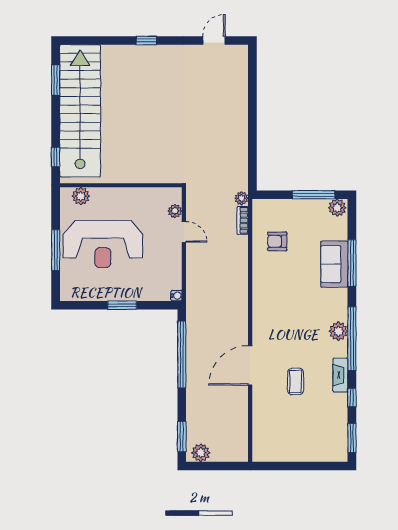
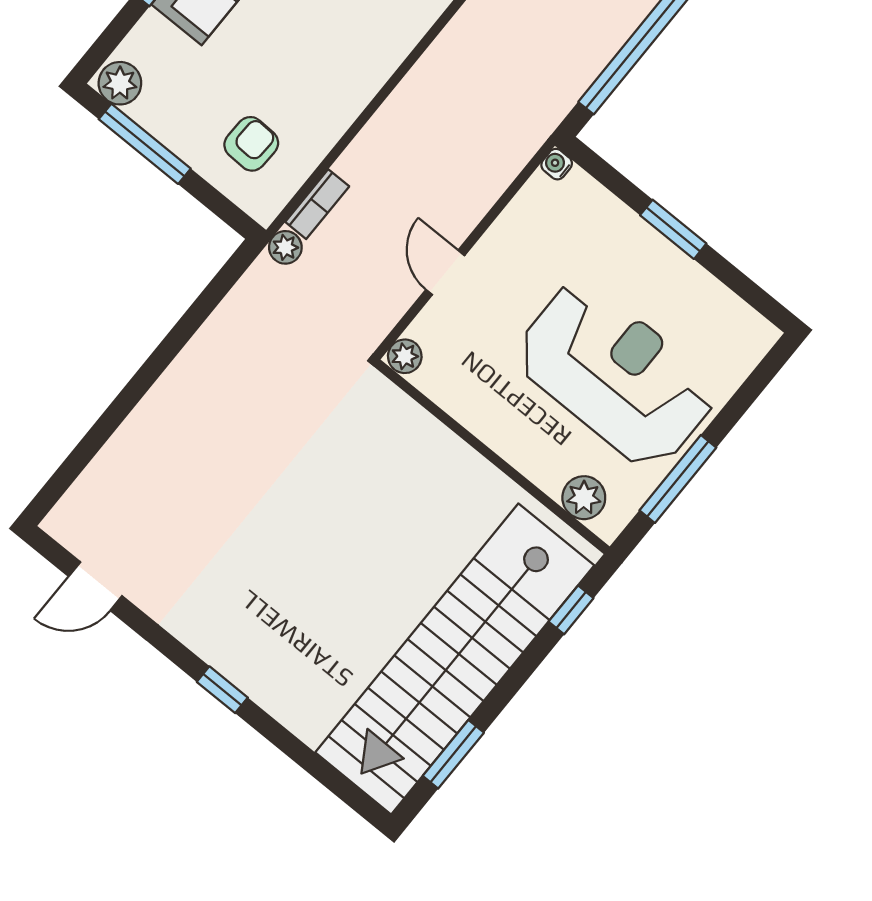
plant: (175, 211) -> (405, 356), moved
armchair: (277, 241) -> (251, 144), moved, turned -88
window: (56, 250) -> (678, 479), moved

